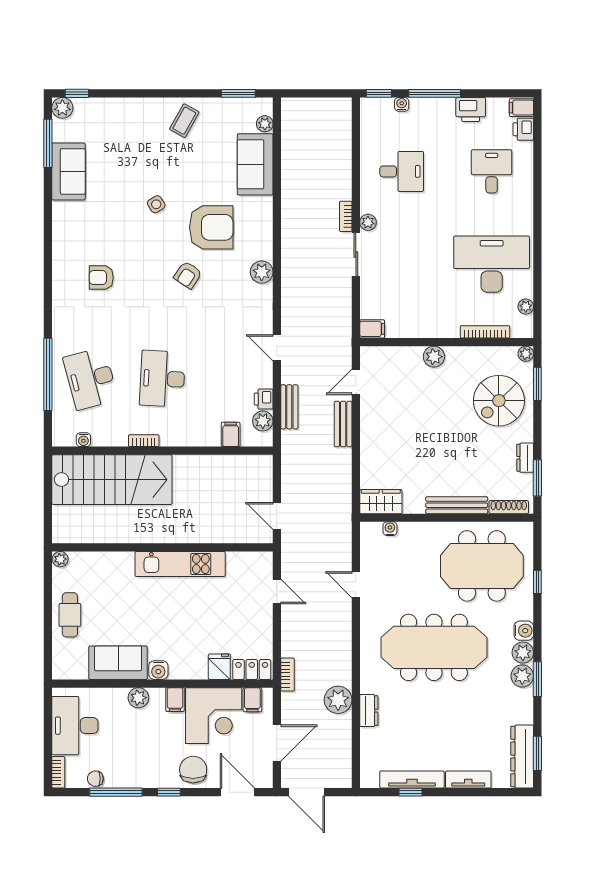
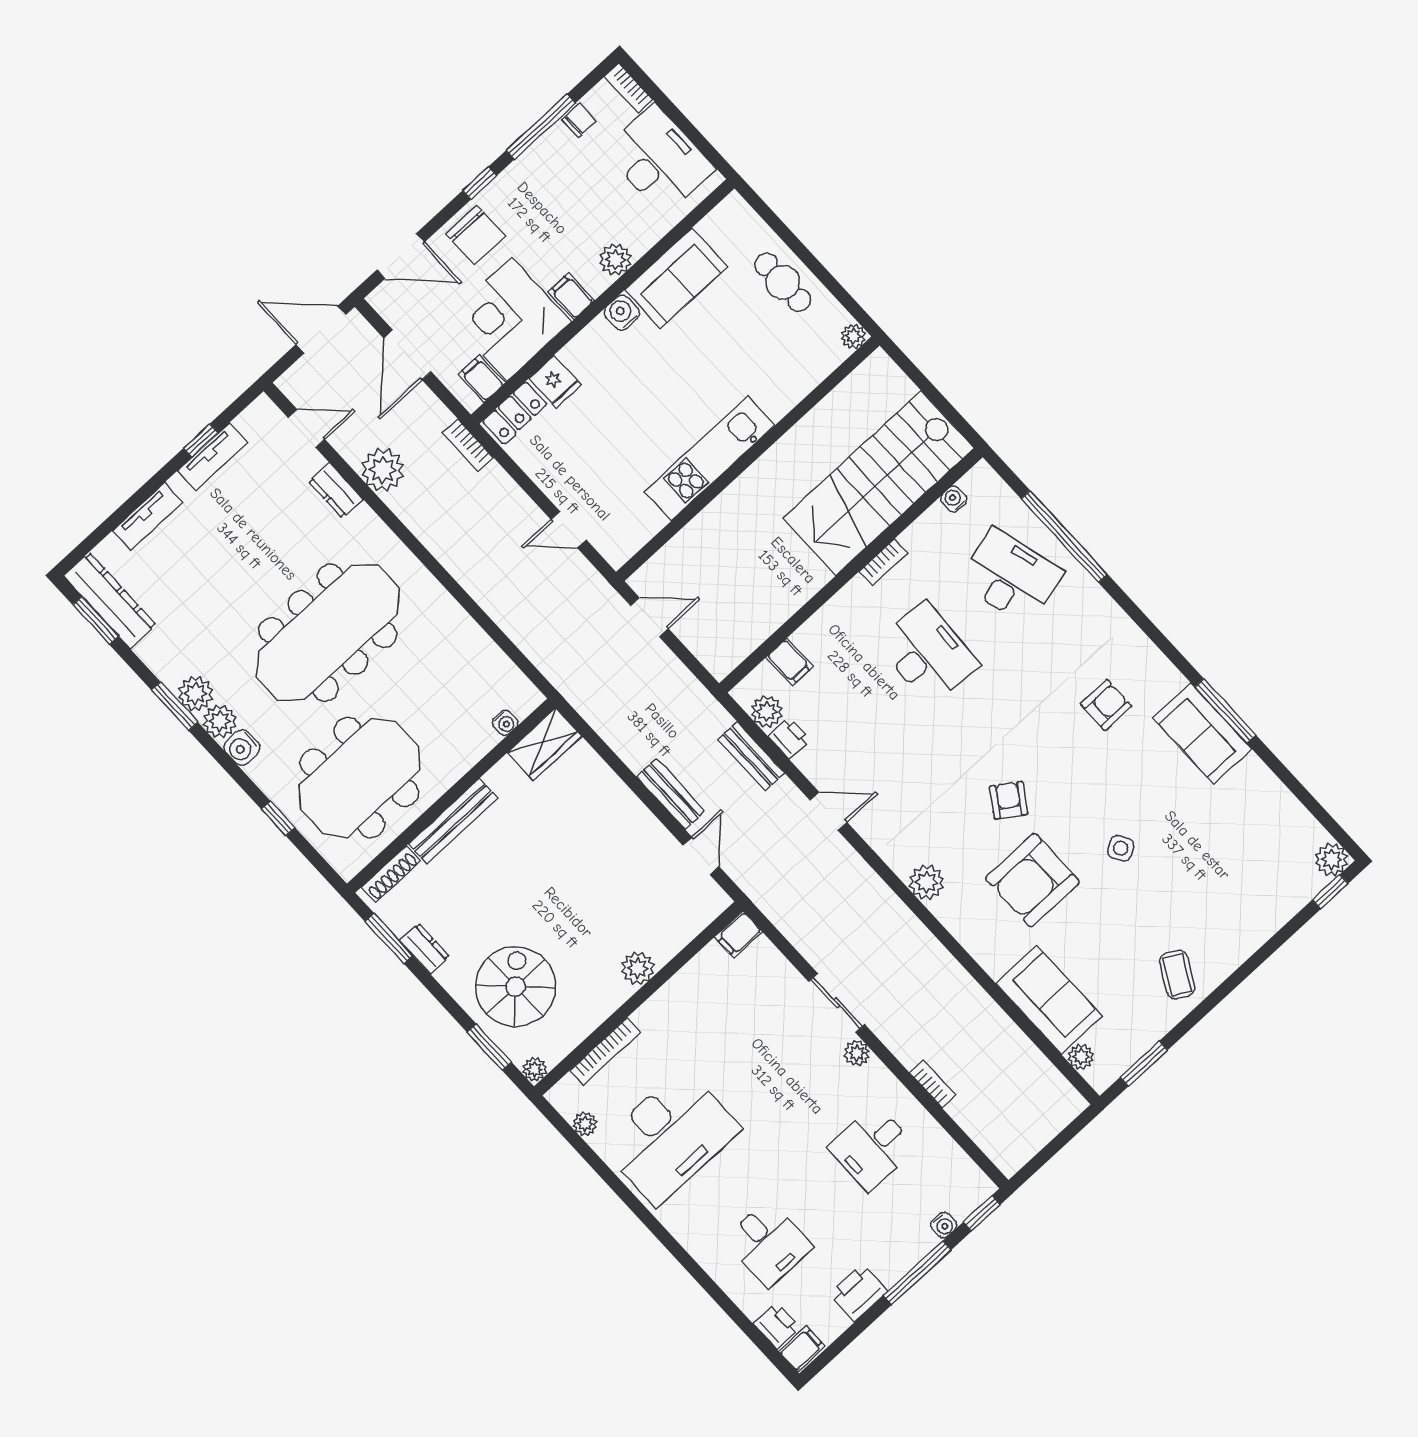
window: (48, 143) -> (1225, 711), moved
sofa: (68, 171) -> (1202, 733), moved
bookcase: (346, 216) -> (933, 1084), moved
door: (356, 585) -> (306, 428), moved
tv unit: (412, 779) -> (212, 457), width x0.71

